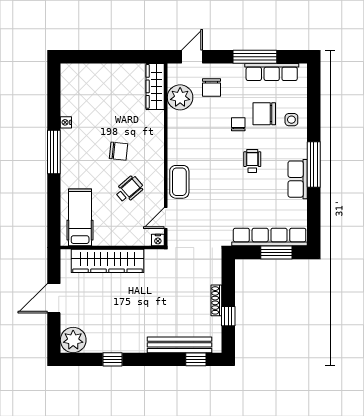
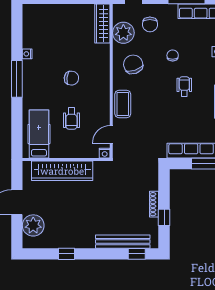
chair: (264, 114) -> (133, 64), moved, turned 71
wheelchair: (129, 189) -> (71, 119), moved, turned 131
plant: (73, 340) -> (33, 225), moved

